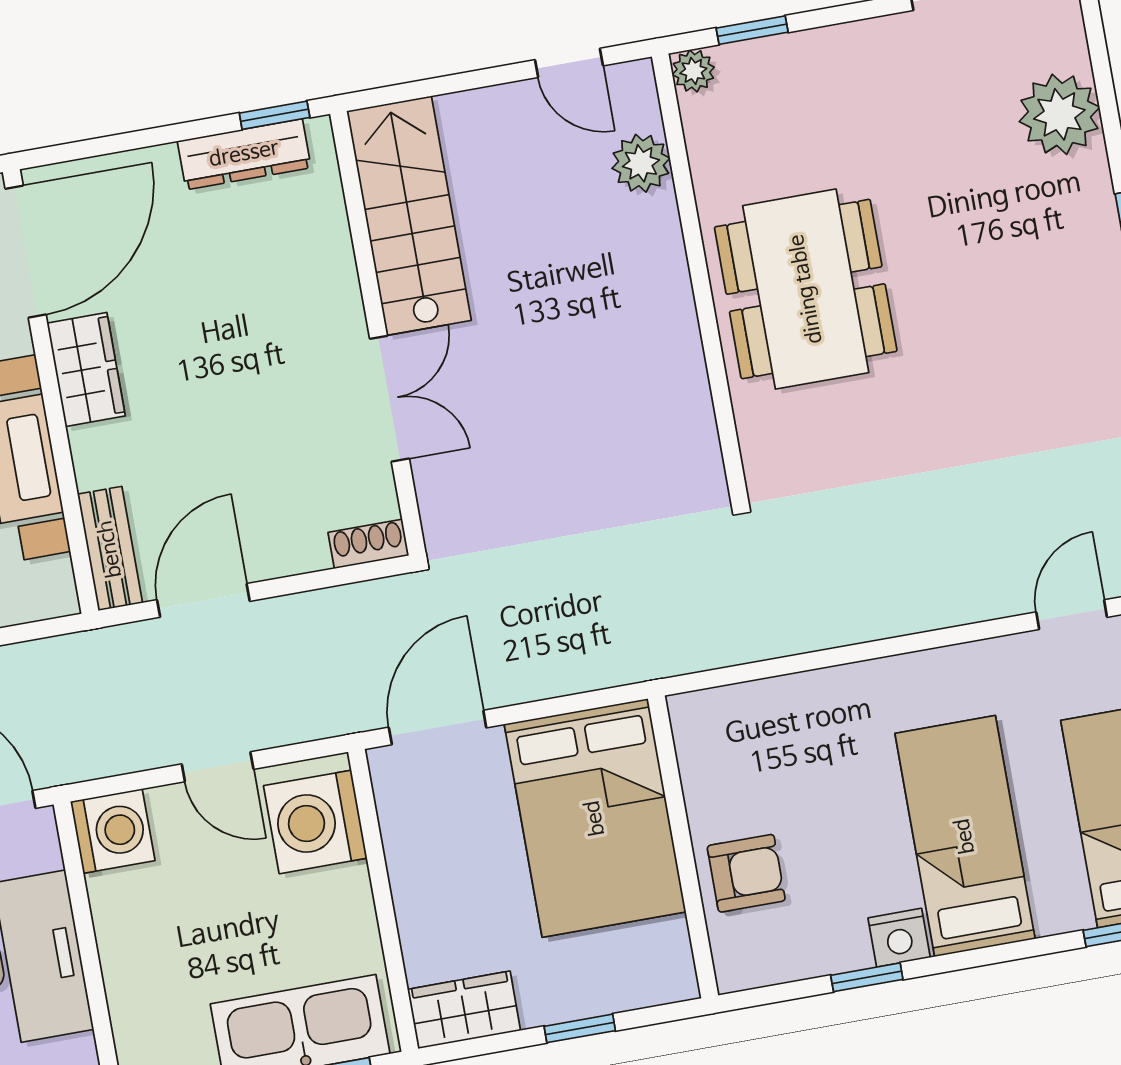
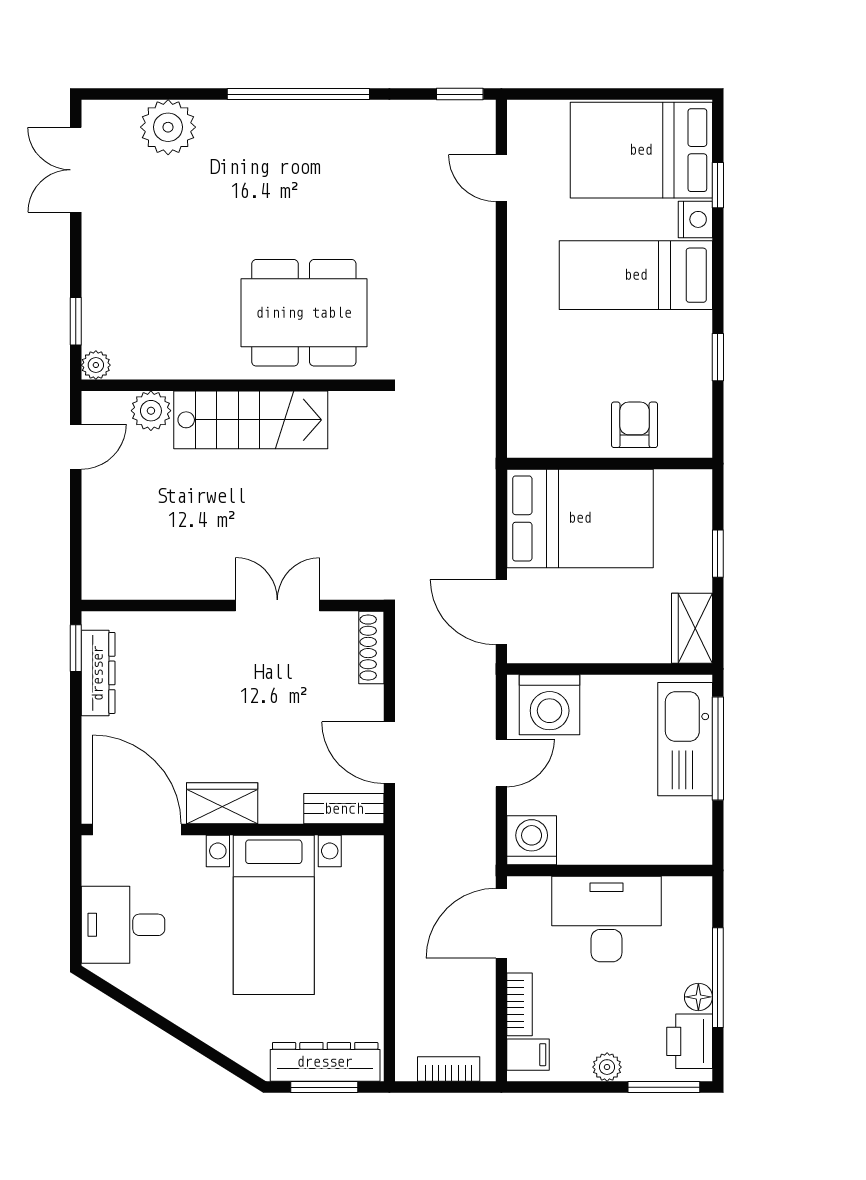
stairs: (409, 216) -> (251, 420), moved, turned 180
dining table: (806, 289) -> (304, 313), moved
shoe rack: (368, 544) -> (371, 648), width x1.43
nightstand: (899, 938) -> (695, 219), moved

